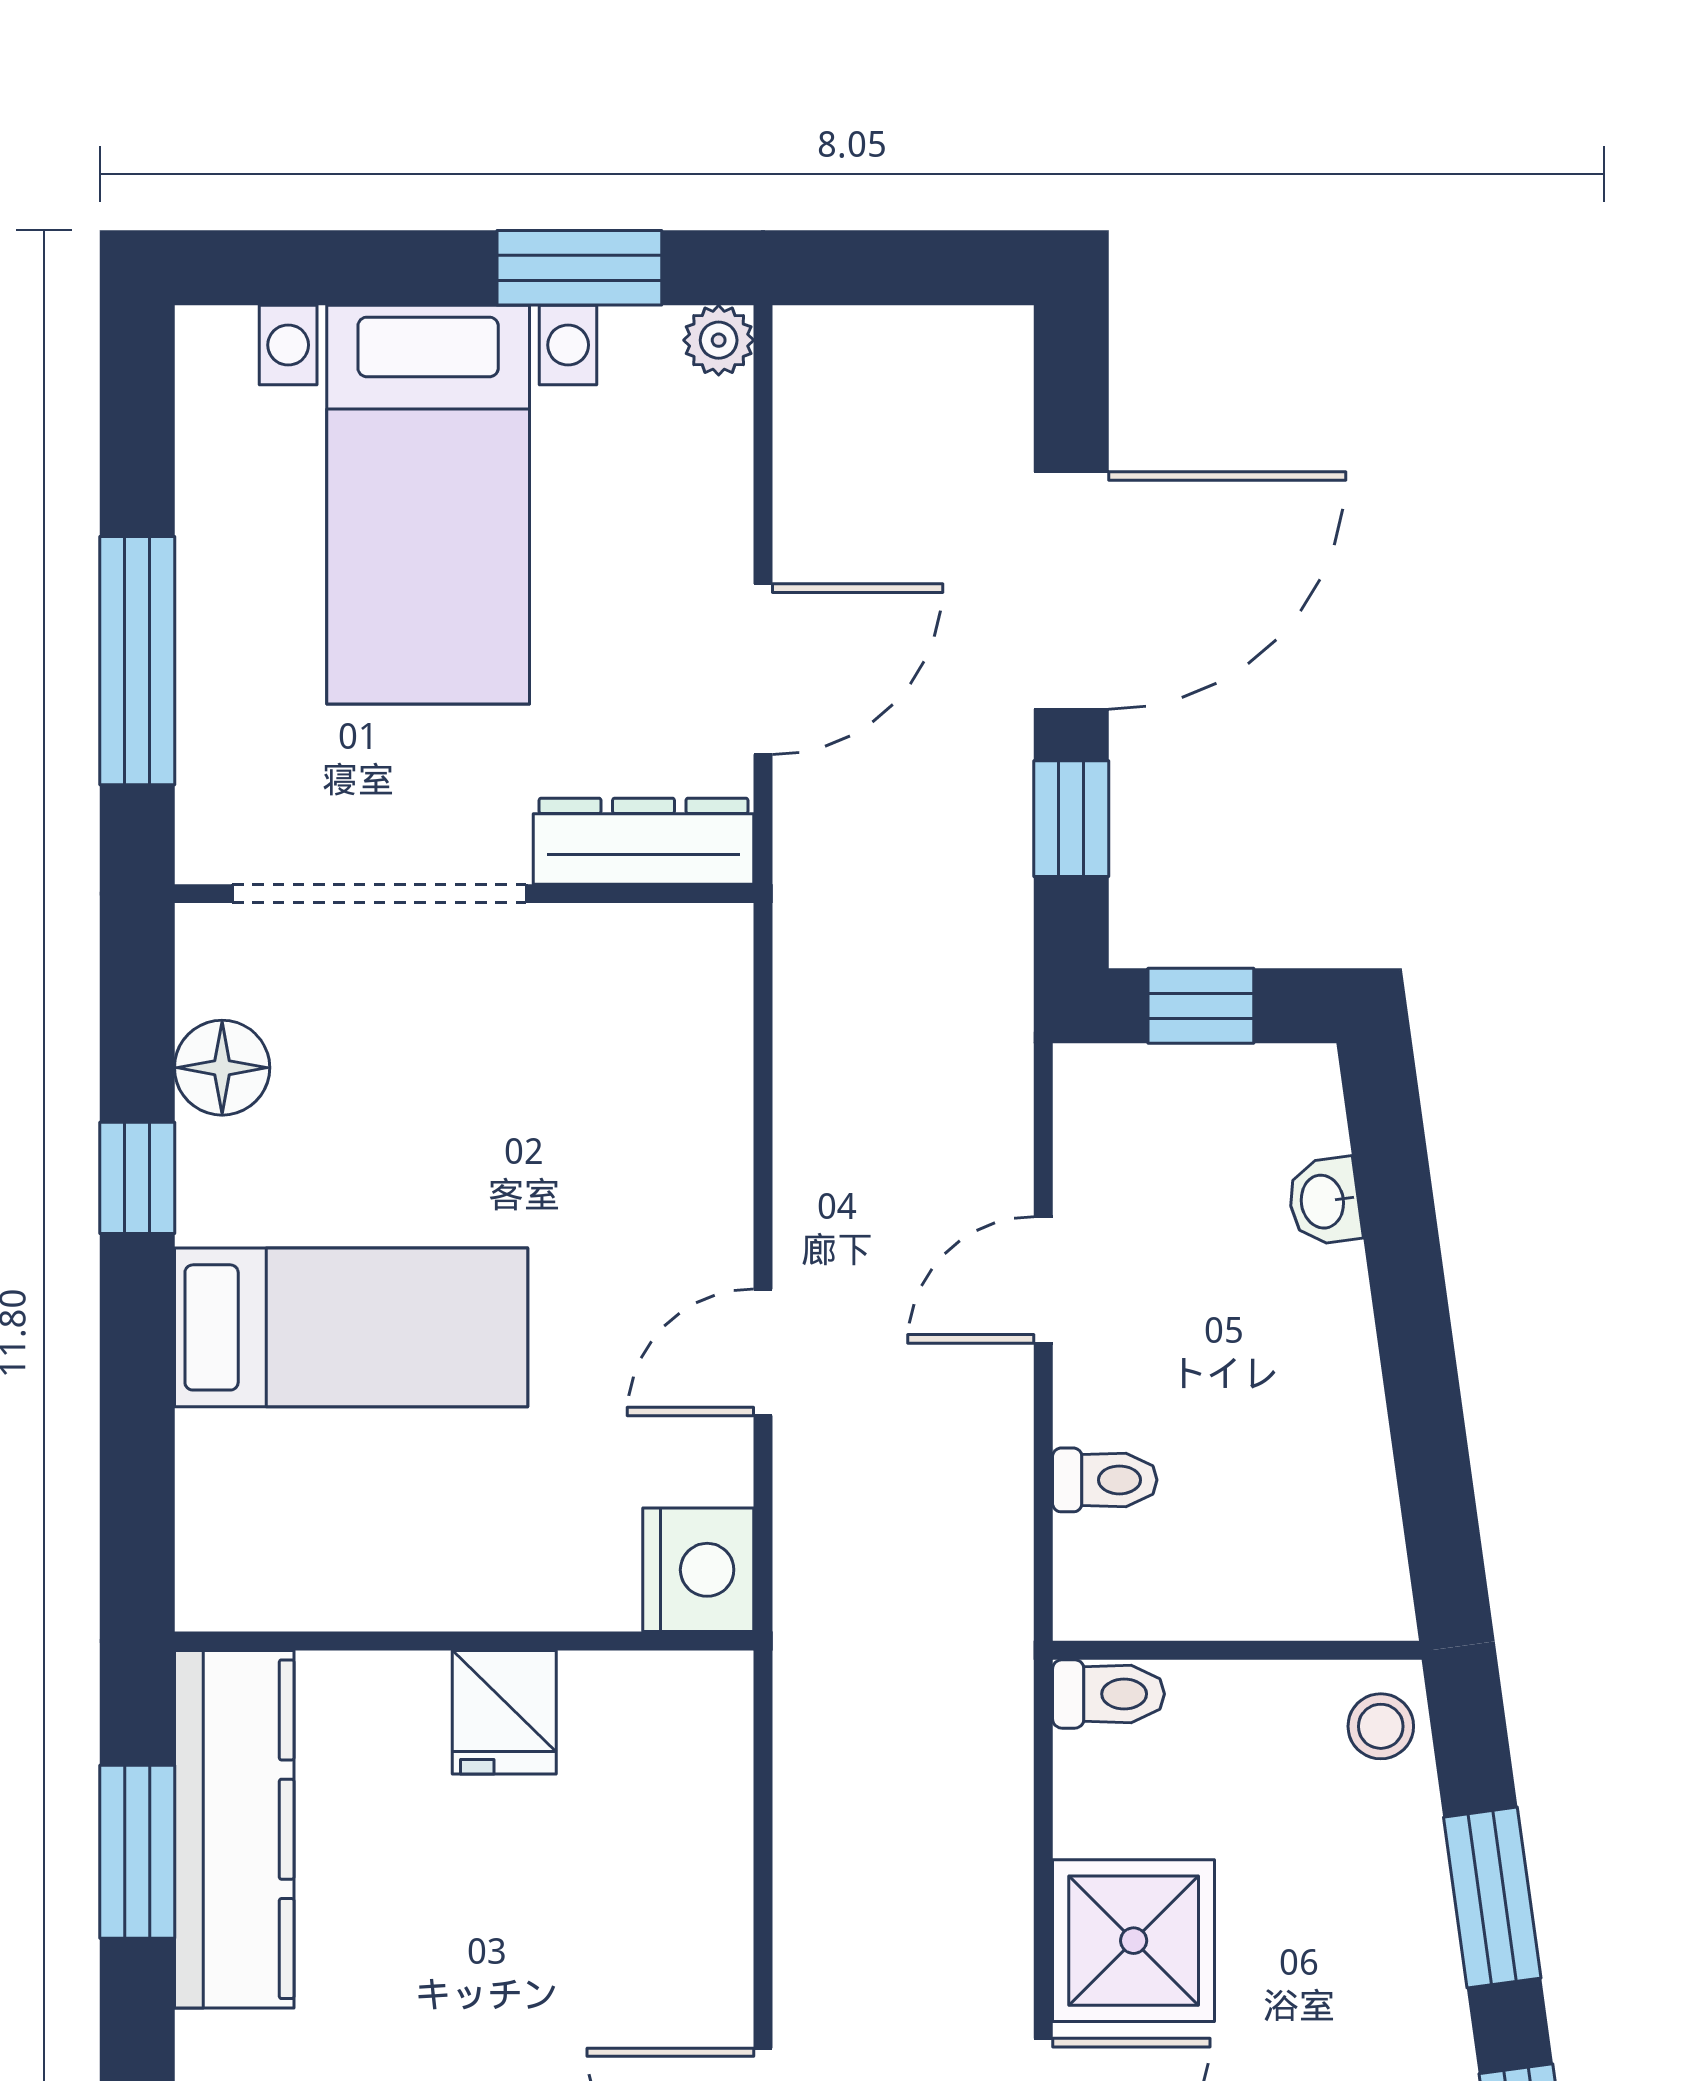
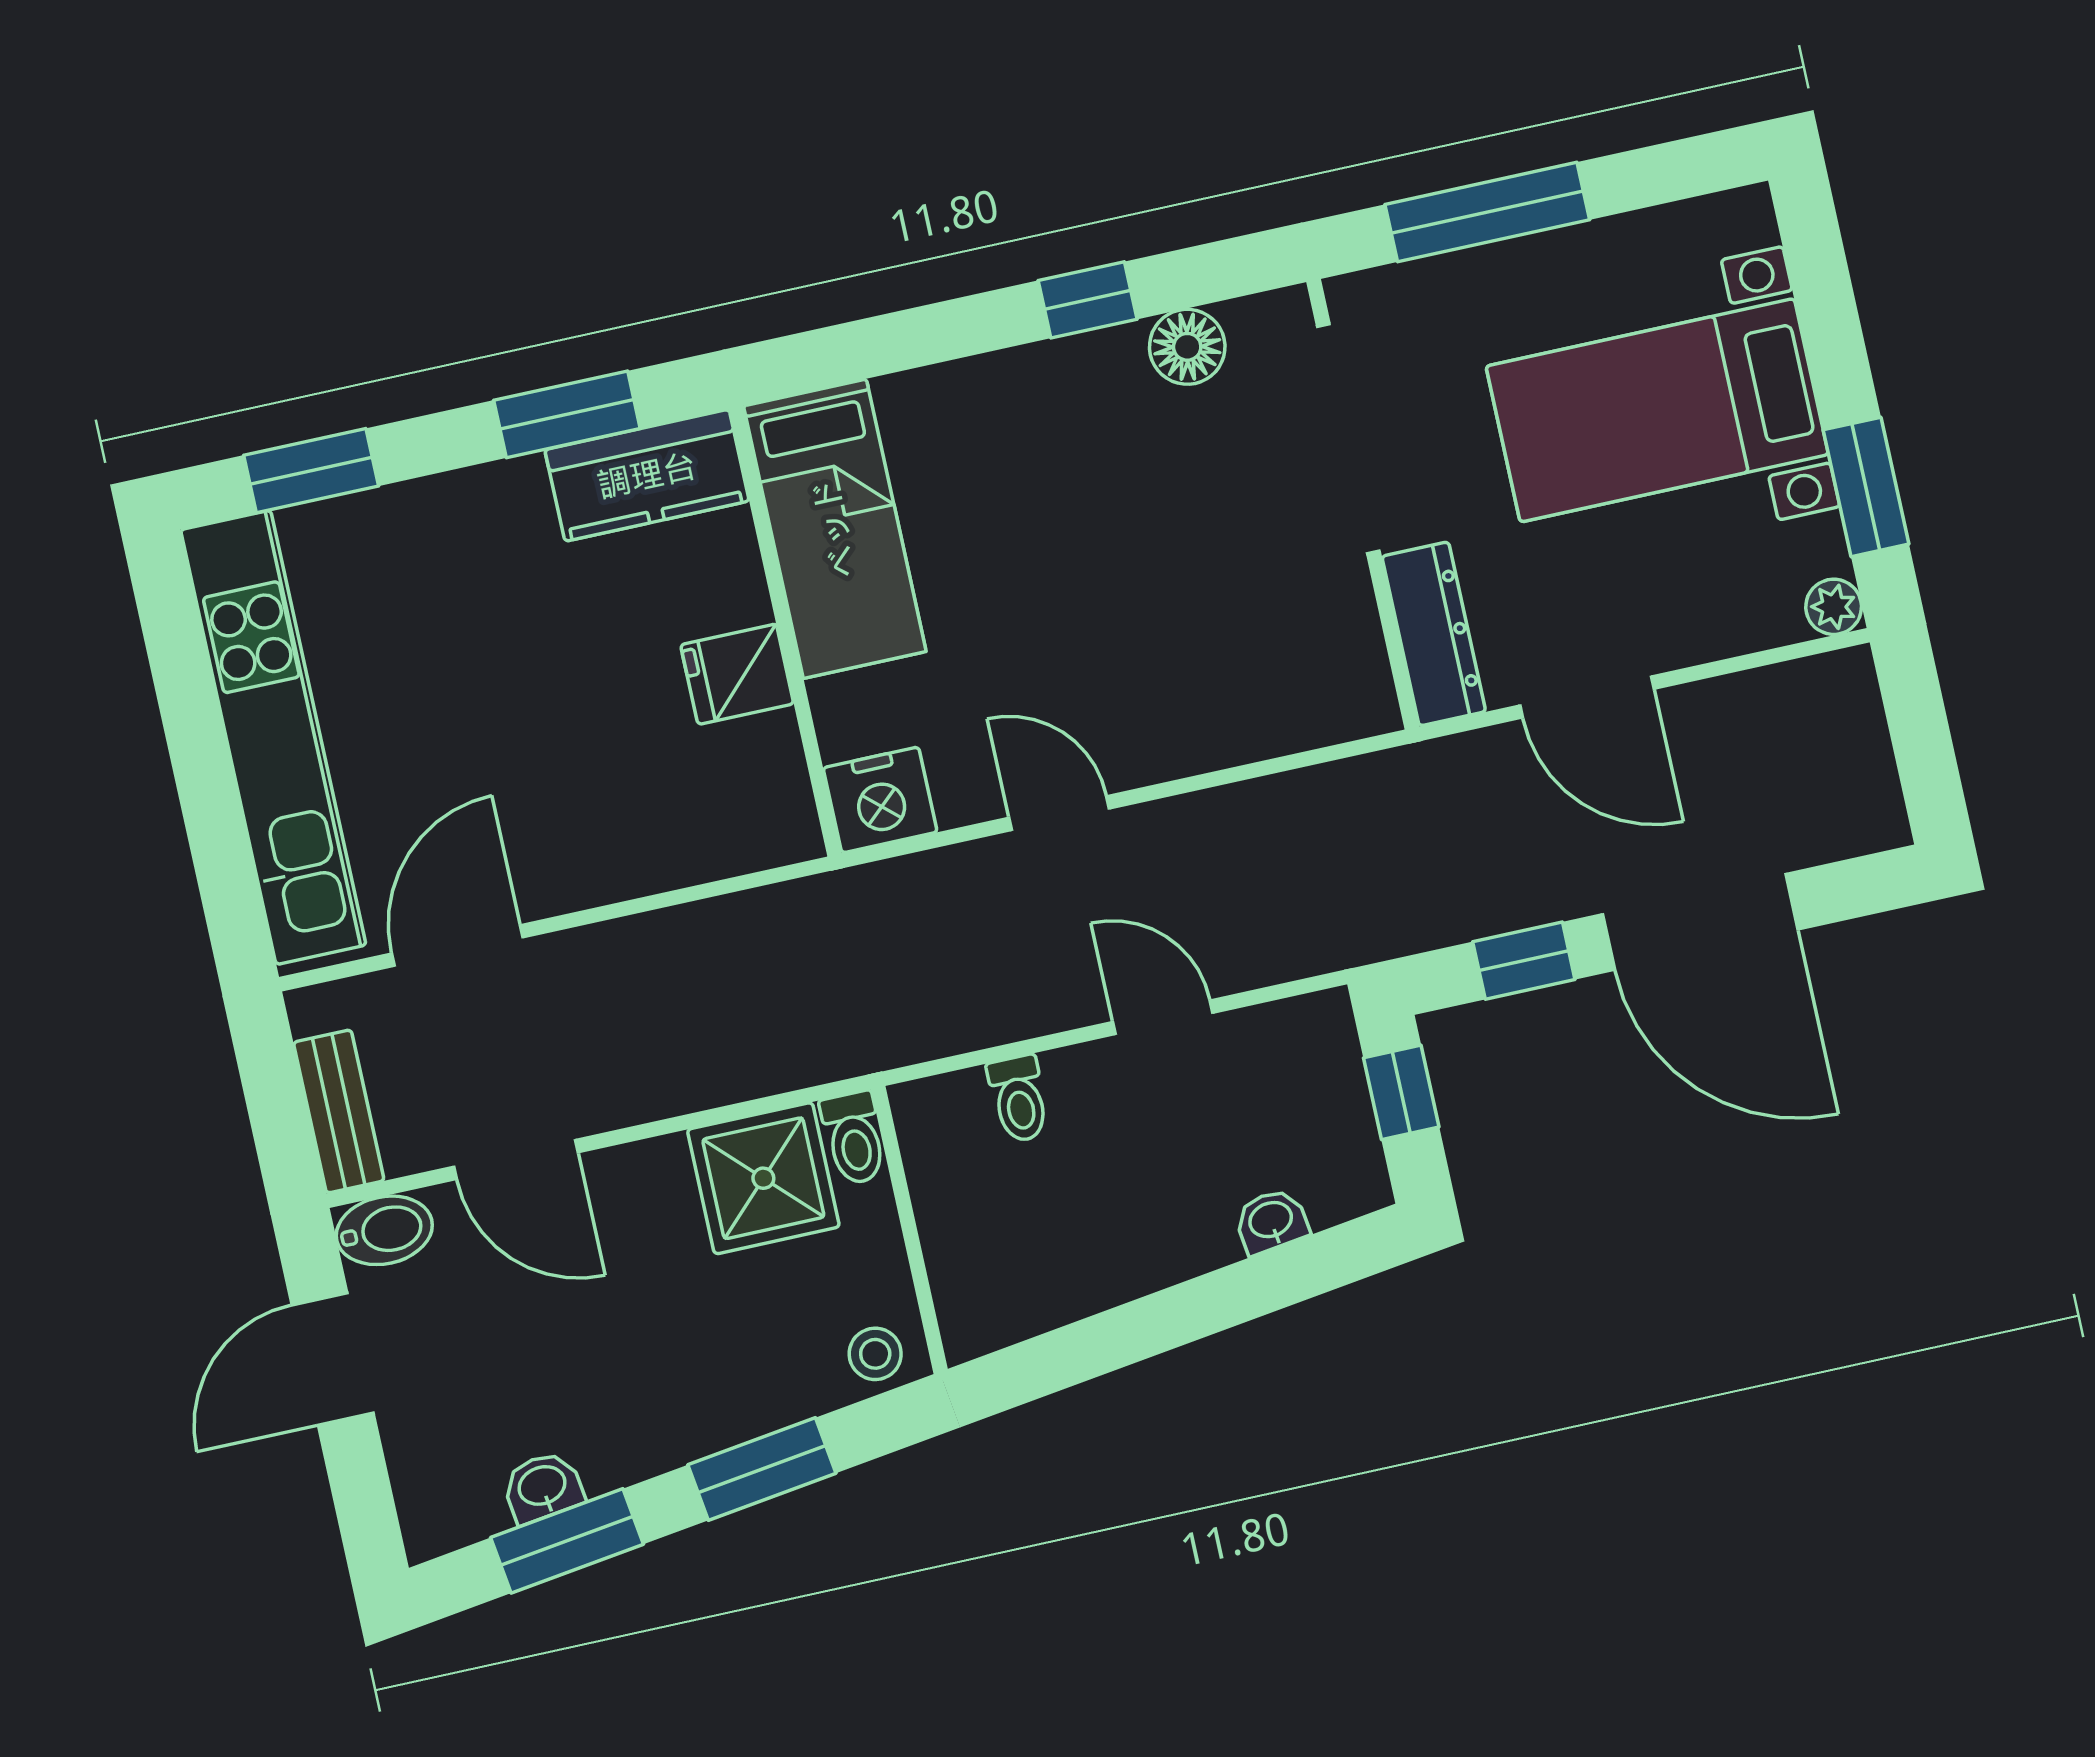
bed: (351, 1327) -> (835, 529), moved
kitchen counter: (234, 1829) -> (647, 475), width x0.67
shower: (1134, 1941) -> (763, 1178), moved

